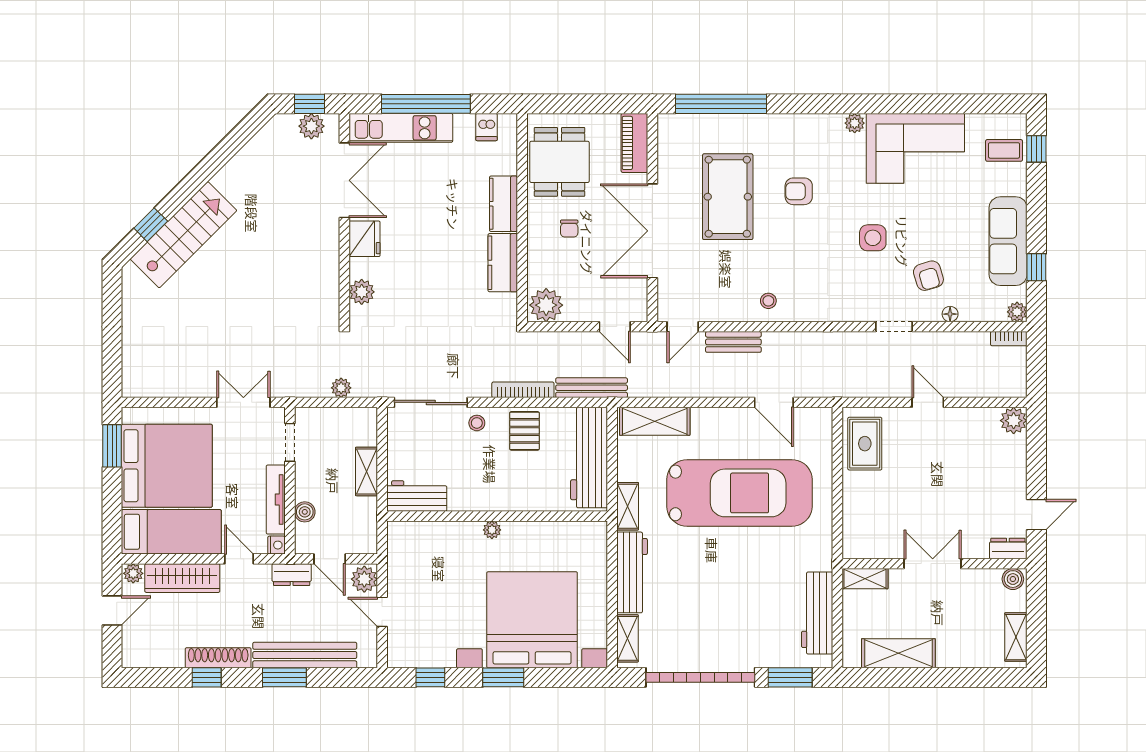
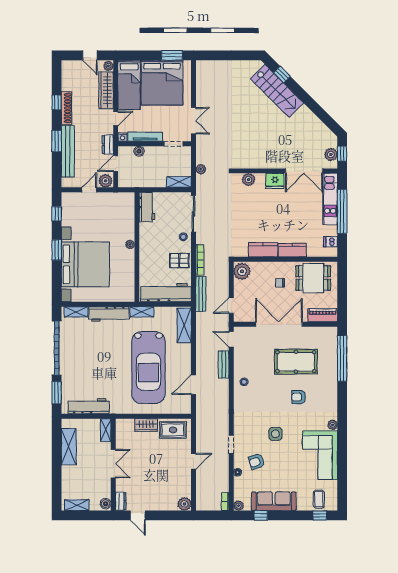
armchair: (799, 191) -> (299, 397), turned -90
shelving: (367, 471) -> (179, 182), moved
wardrobe: (855, 497) -> (146, 425), added

